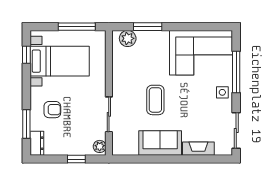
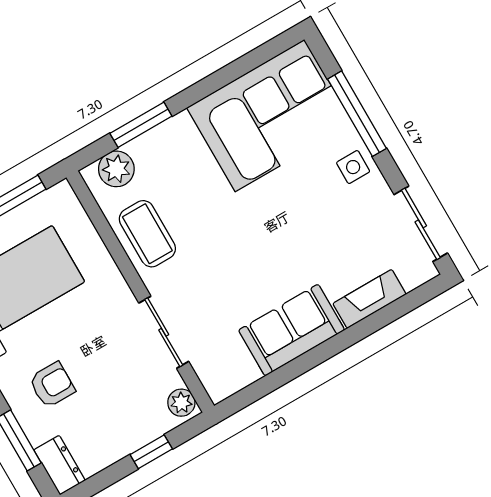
coffee table: (155, 100) -> (147, 234), moved

